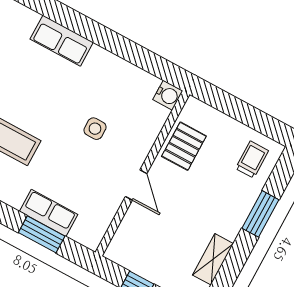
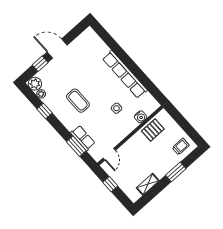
row of seats: (62, 41) -> (125, 74), width x2.02
water cooler: (168, 95) -> (141, 117), moved
door: (136, 185) -> (109, 154), moved

